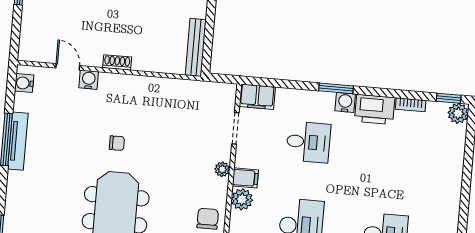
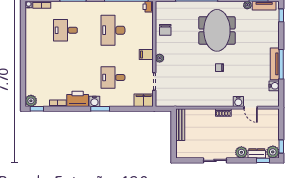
water cooler: (24, 83) -> (274, 86), moved
plant: (242, 199) -> (147, 42), removed

